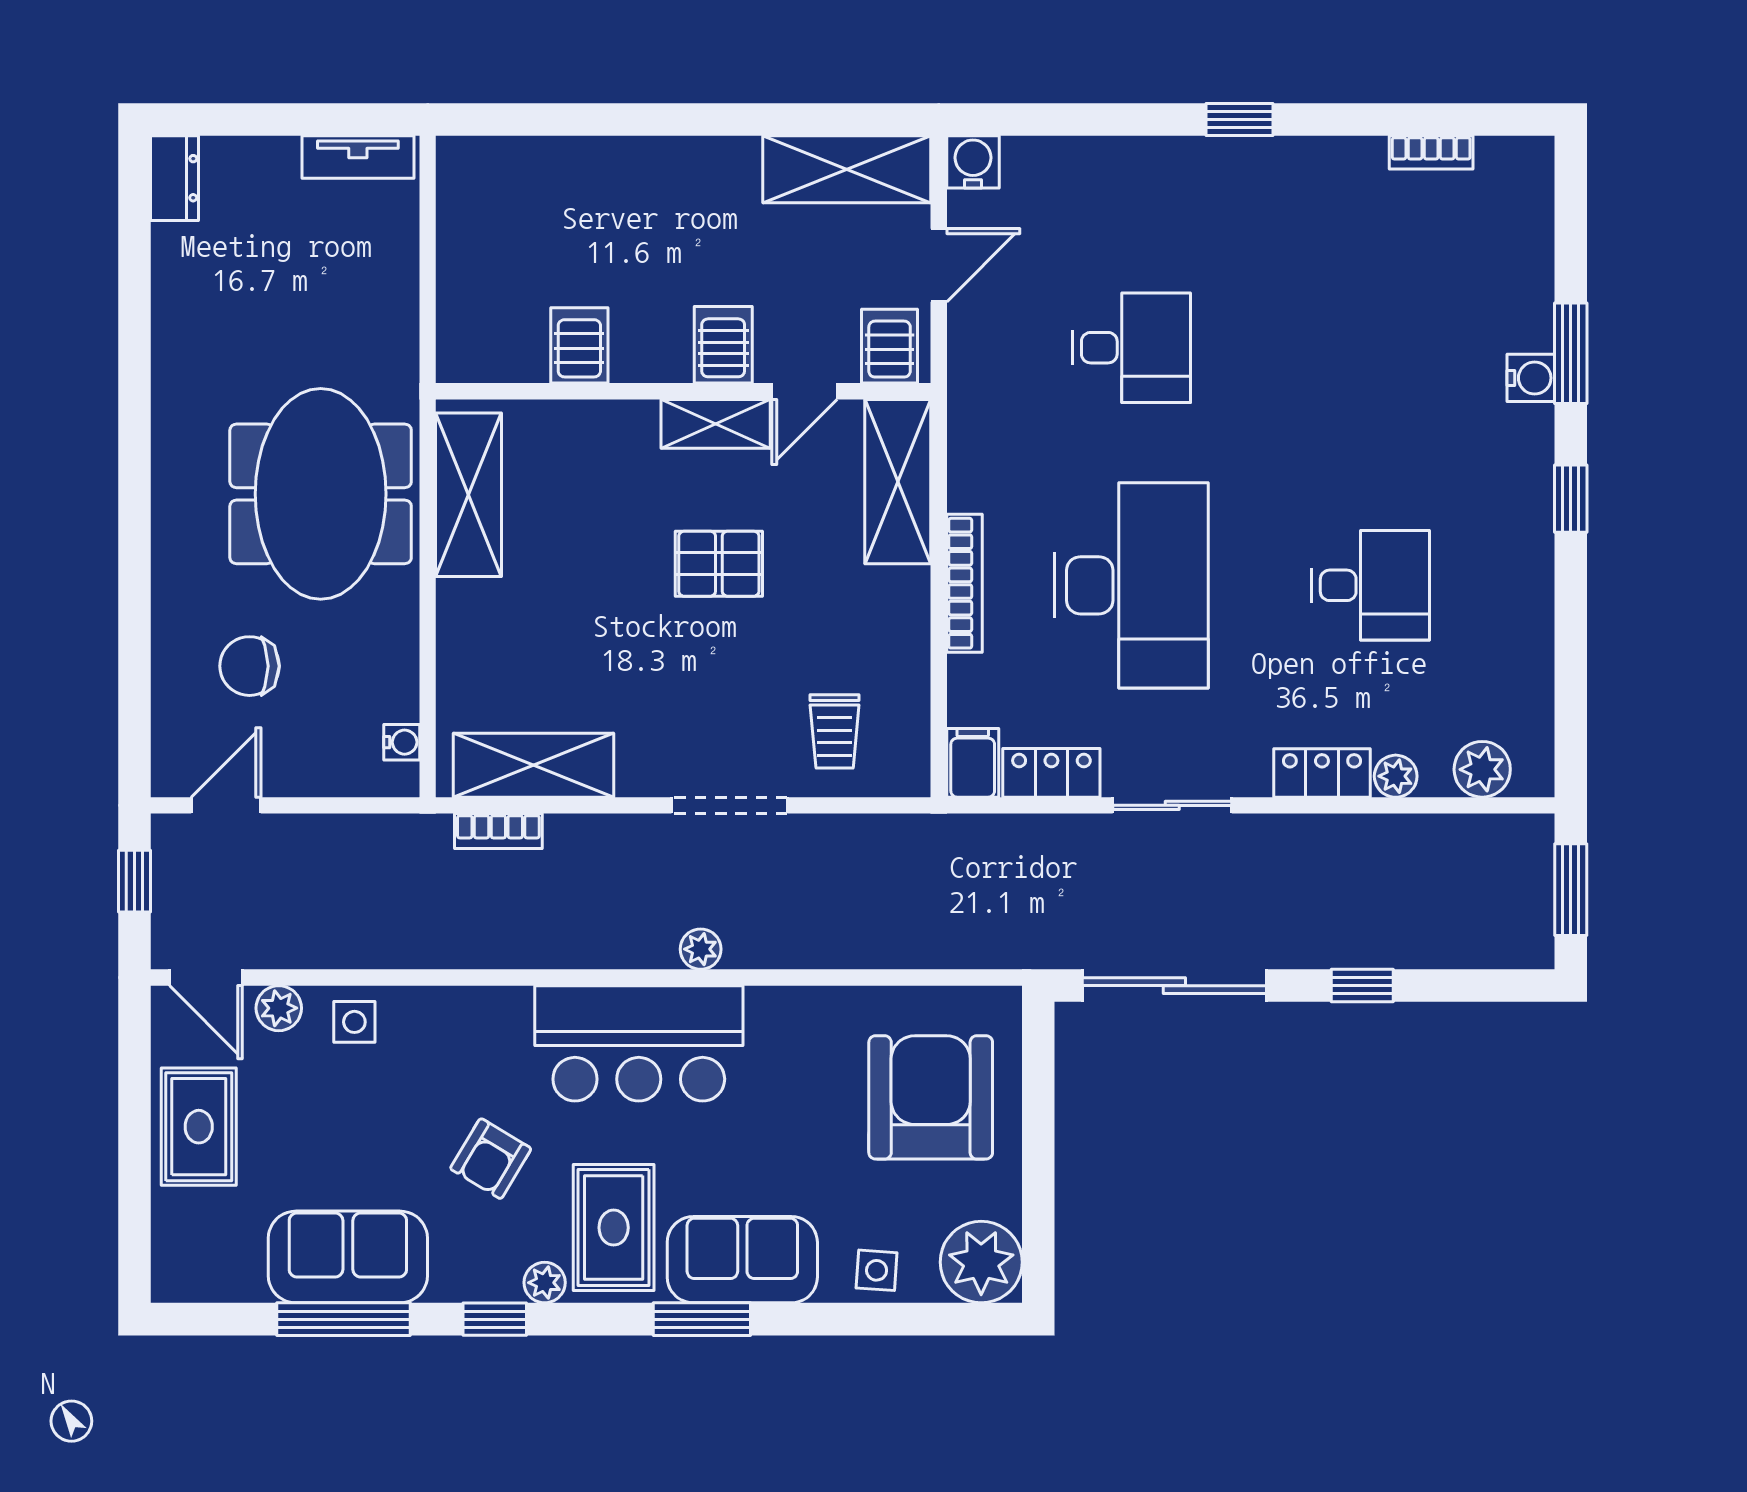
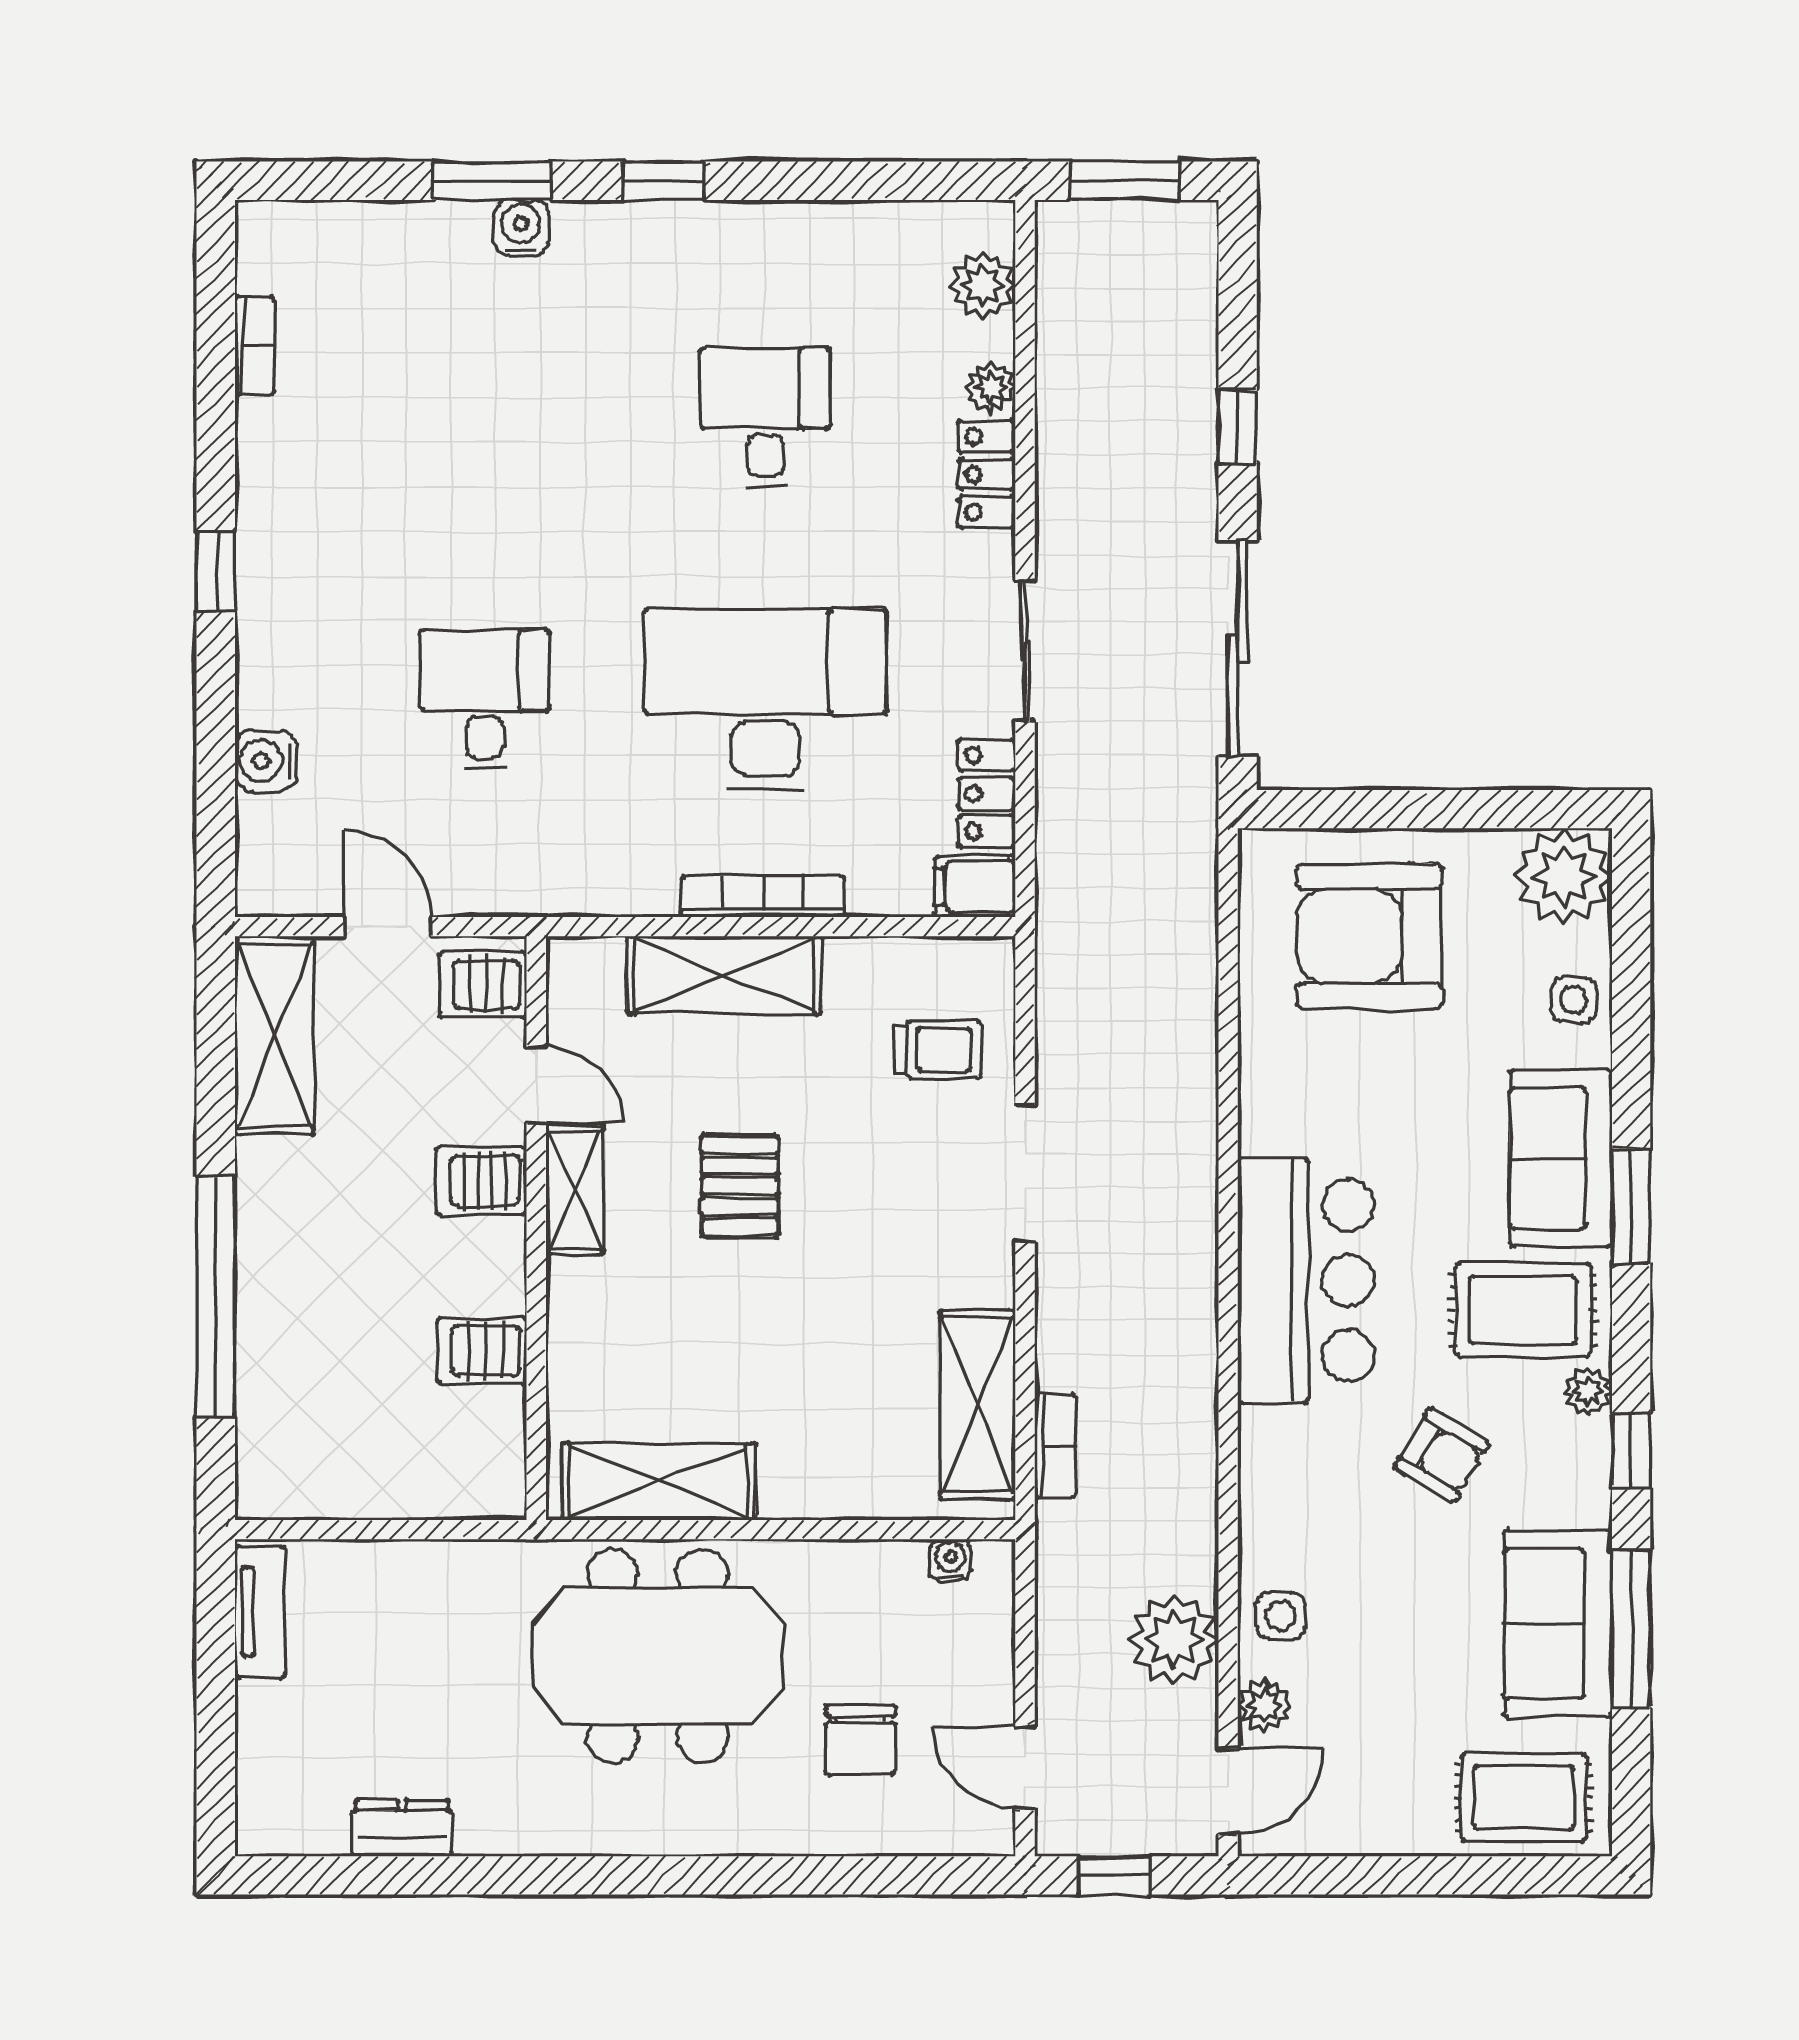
window: (625, 120) -> (216, 1297), added
water cooler: (973, 162) -> (266, 761), moved
dresser: (175, 178) -> (402, 1828), moved
shelving: (898, 482) -> (724, 975), moved
plant: (701, 949) -> (1174, 1640), moved, width x1.88, depth x1.88
rug: (199, 1127) -> (1524, 1798), moved

